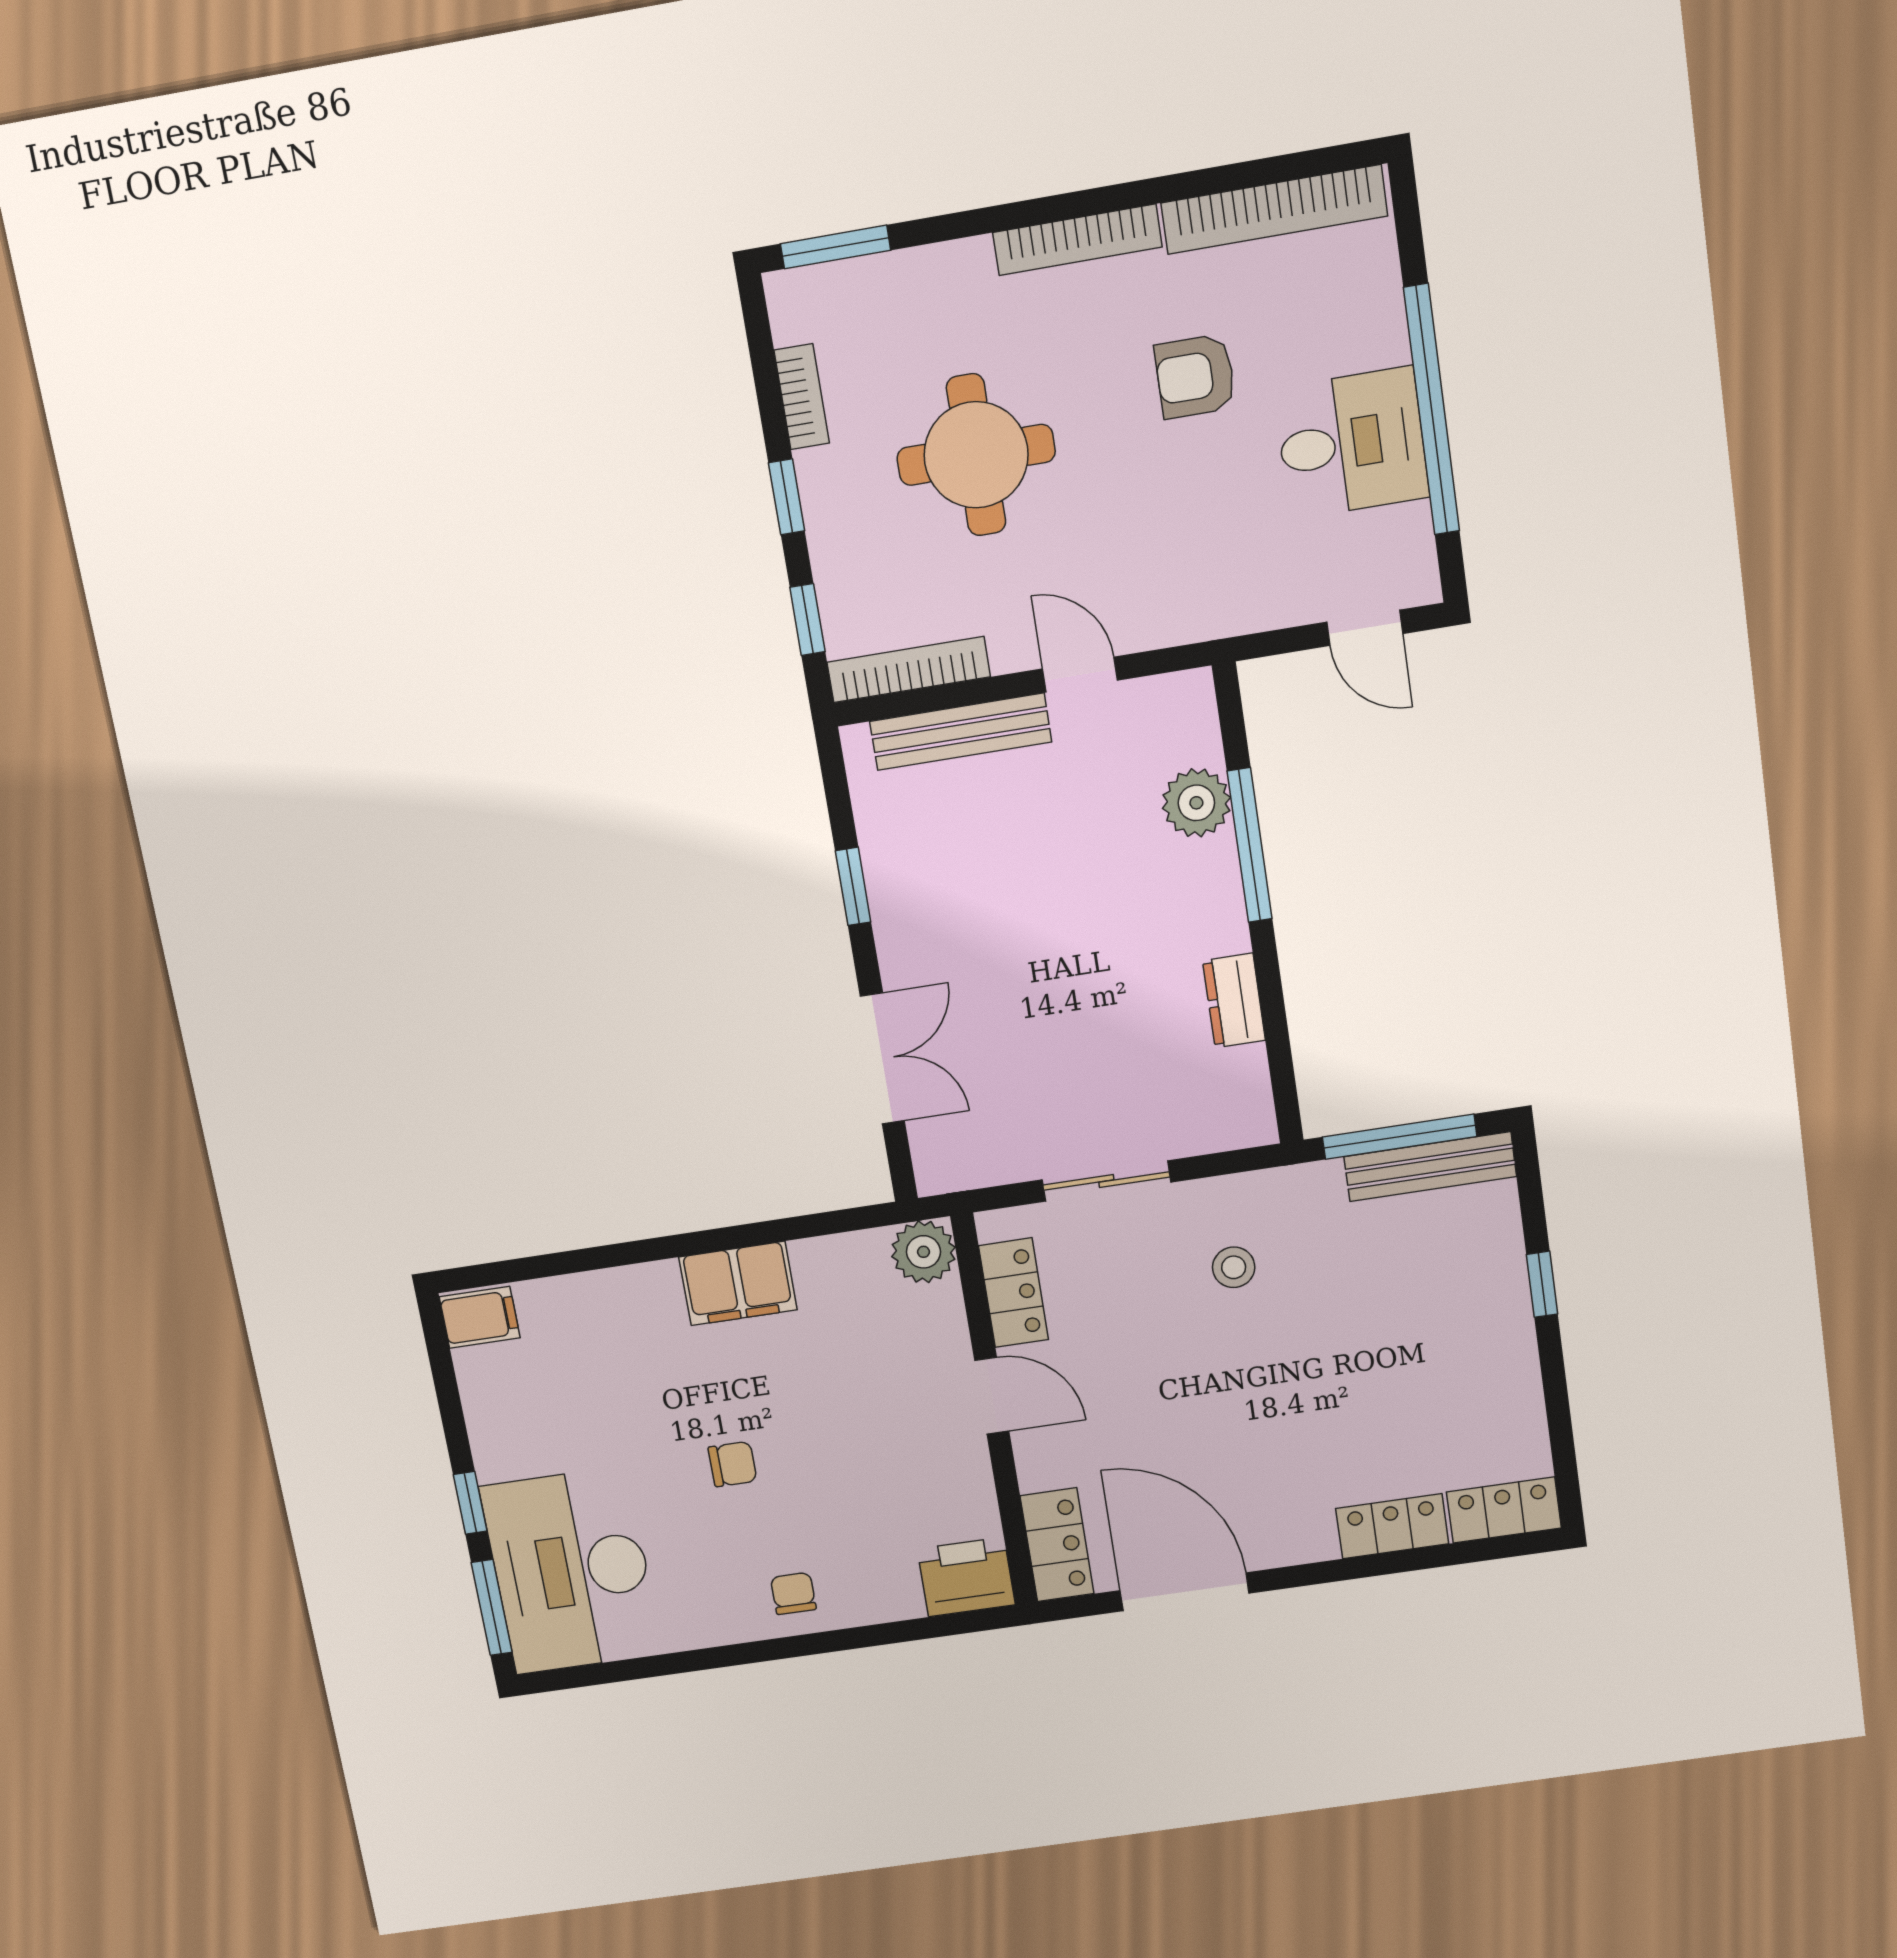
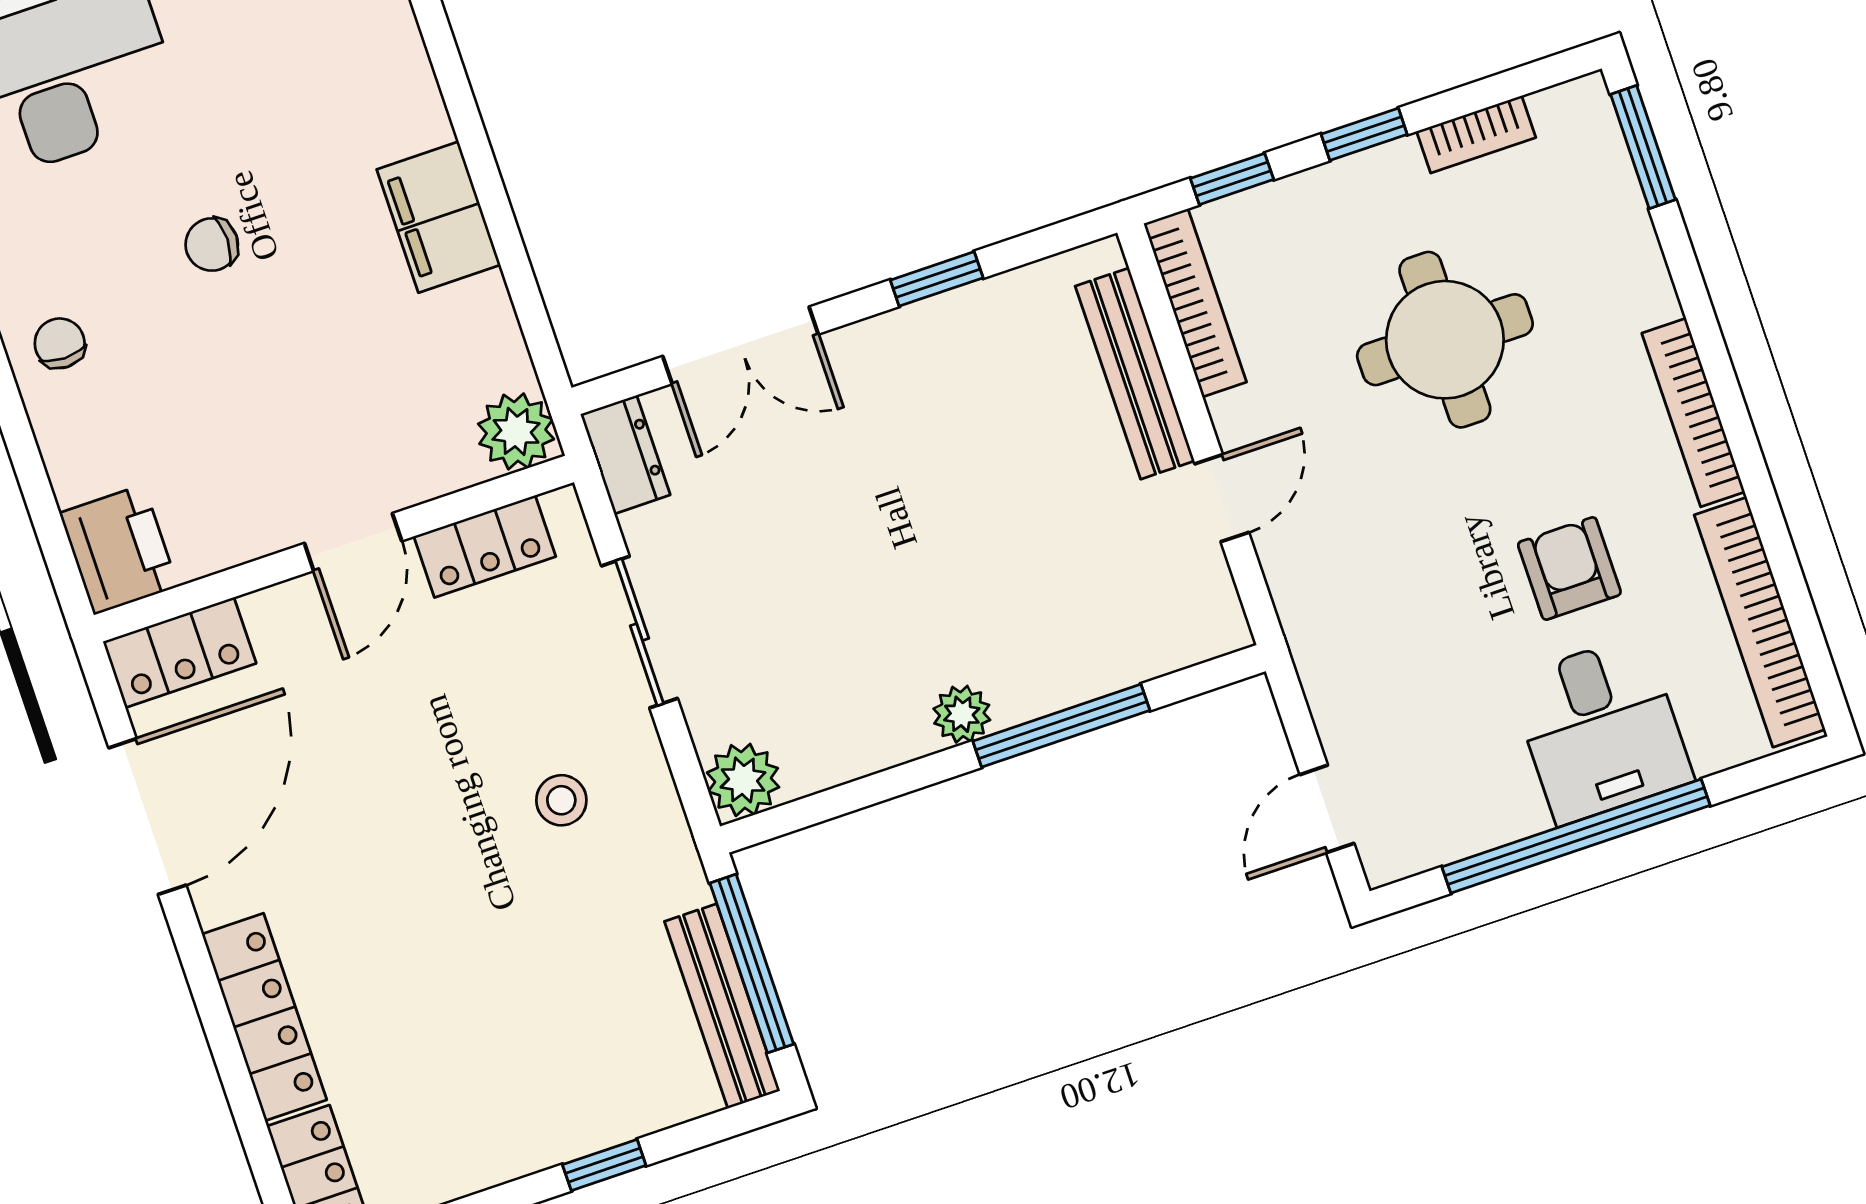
desk: (1352, 443) -> (1601, 730), moved
plant: (1196, 803) -> (962, 714), moved, width x0.73, depth x0.73
dresser: (1234, 1001) -> (625, 455), moved, turned 90
plant: (1245, 1118) -> (743, 780), added
chair: (733, 1464) -> (212, 244), turned 90
locker: (1392, 1526) -> (264, 1017), width x1.53
chair: (793, 1593) -> (60, 343), turned -90

